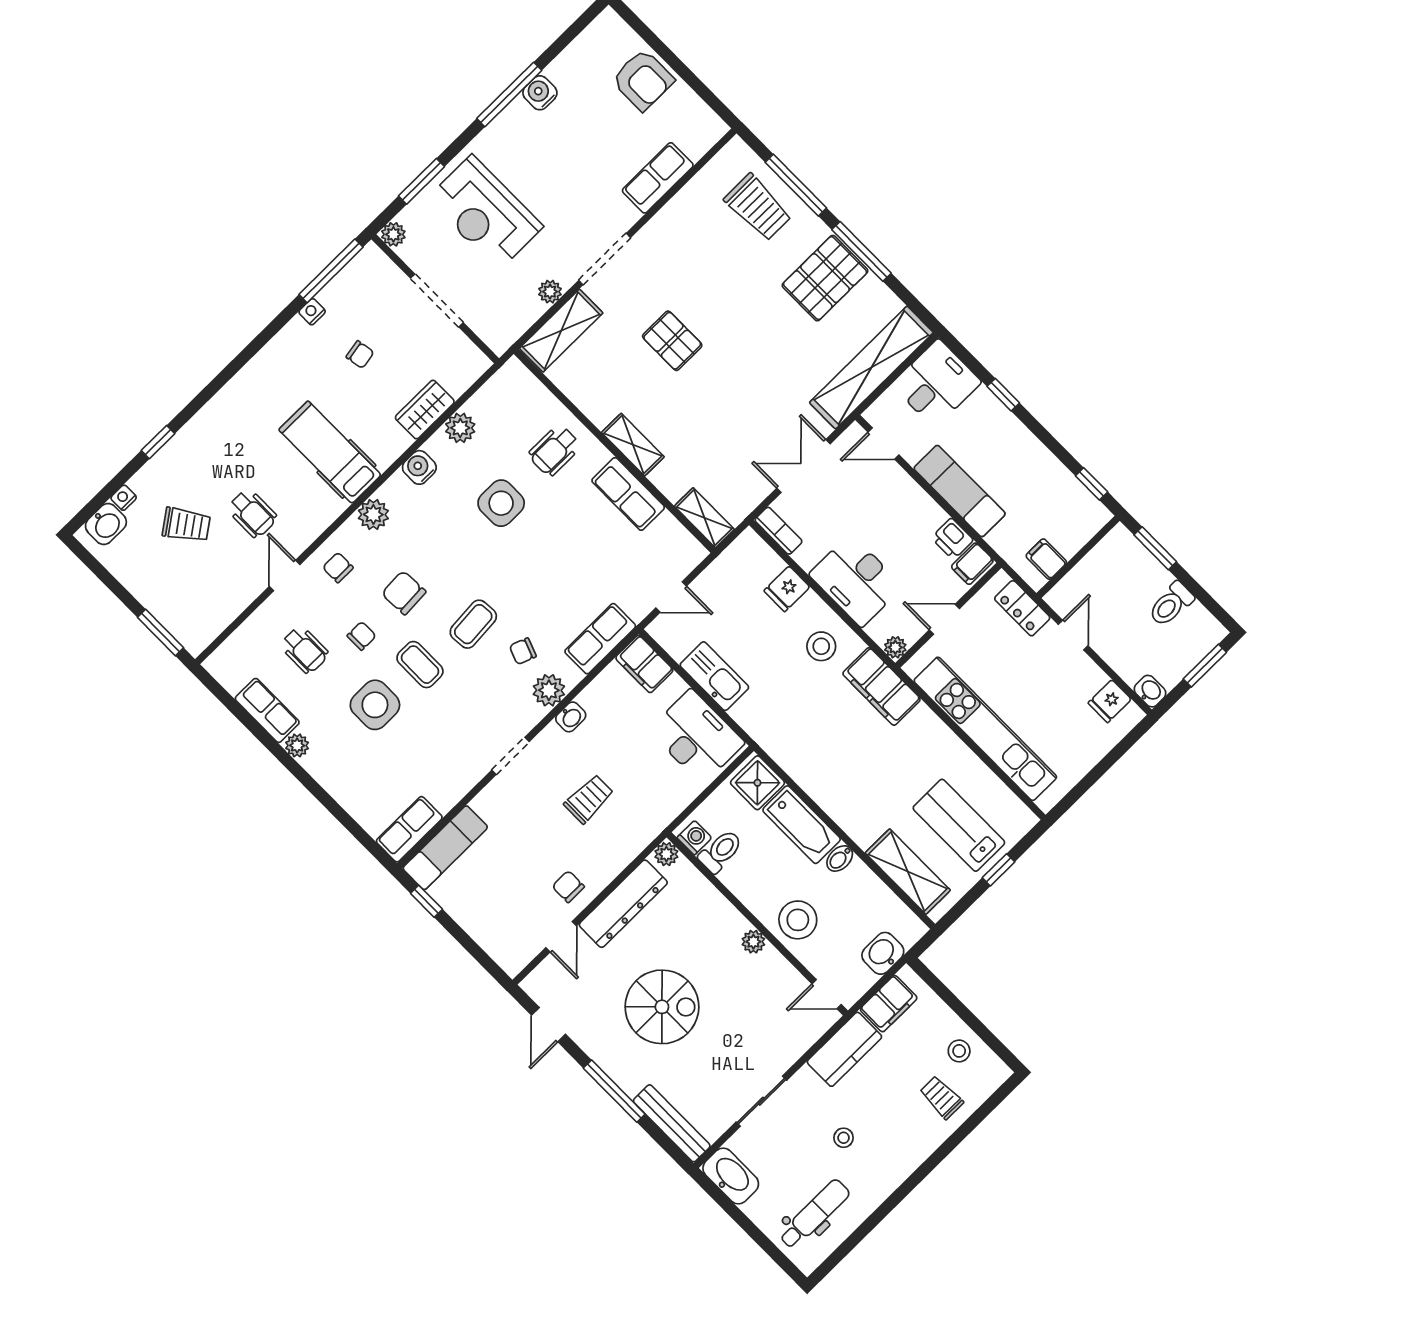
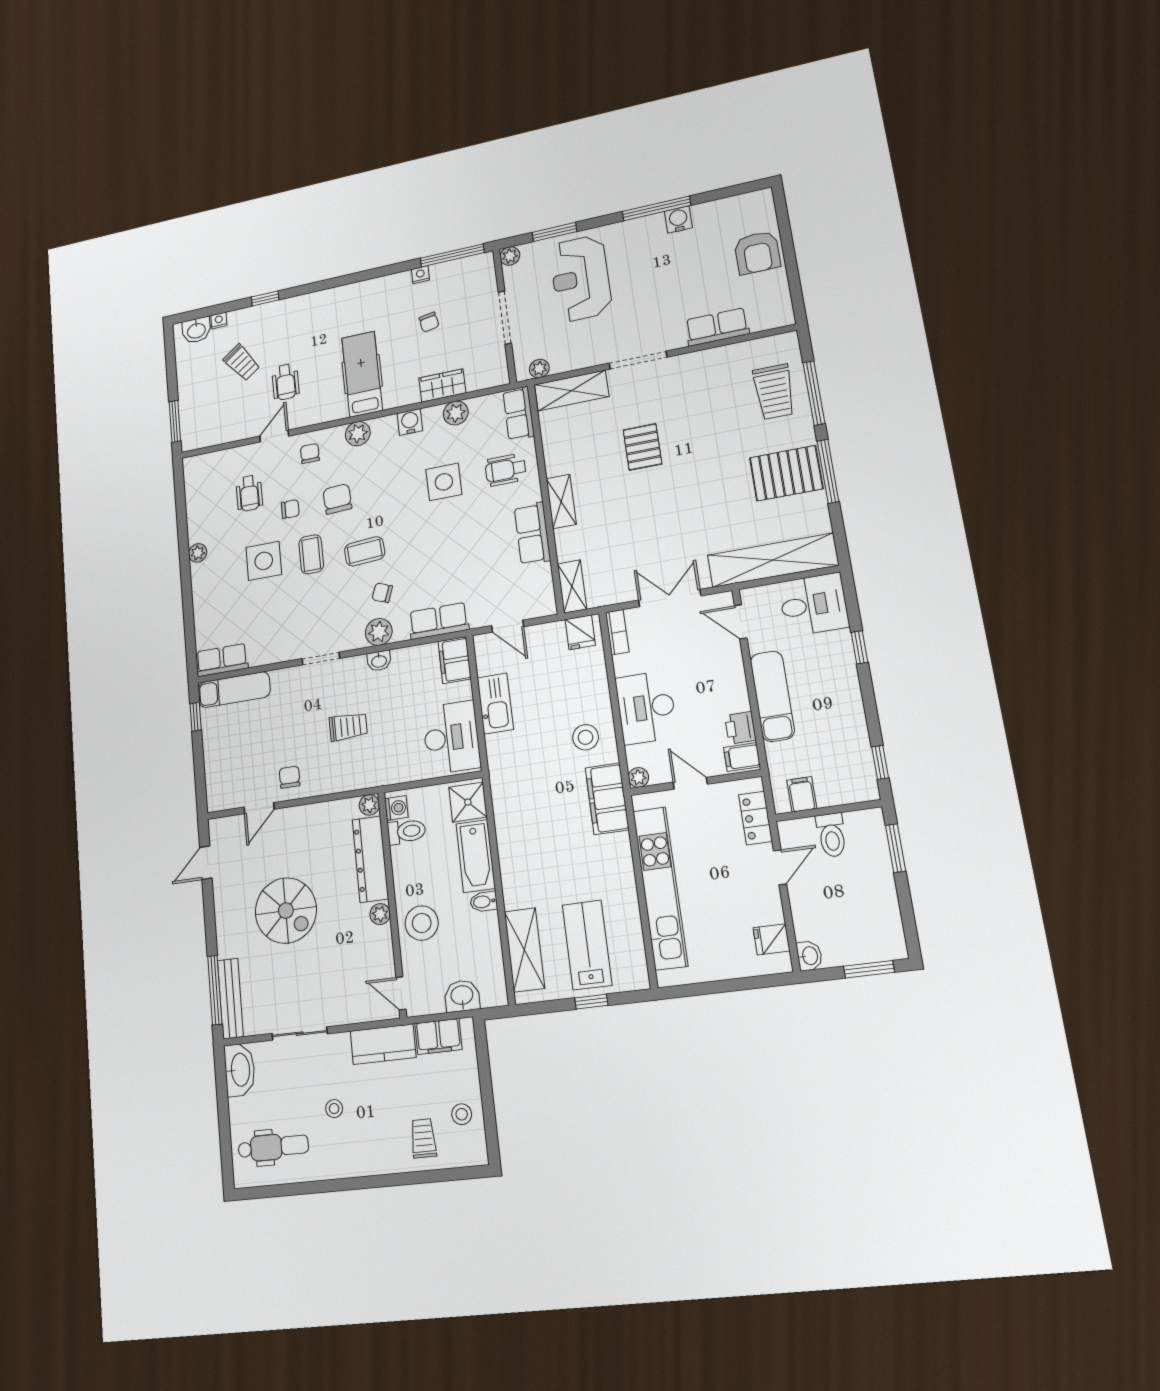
plant: (550, 292) -> (539, 369), moved
fridge: (787, 589) -> (580, 632), moved, turned -90
toilet: (1171, 604) -> (832, 835), moved, turned -90
row of seats: (267, 710) -> (519, 414), moved, turned 180
dresser: (623, 904) -> (370, 859), moved, turned 90
window: (614, 1091) -> (215, 990), moved

